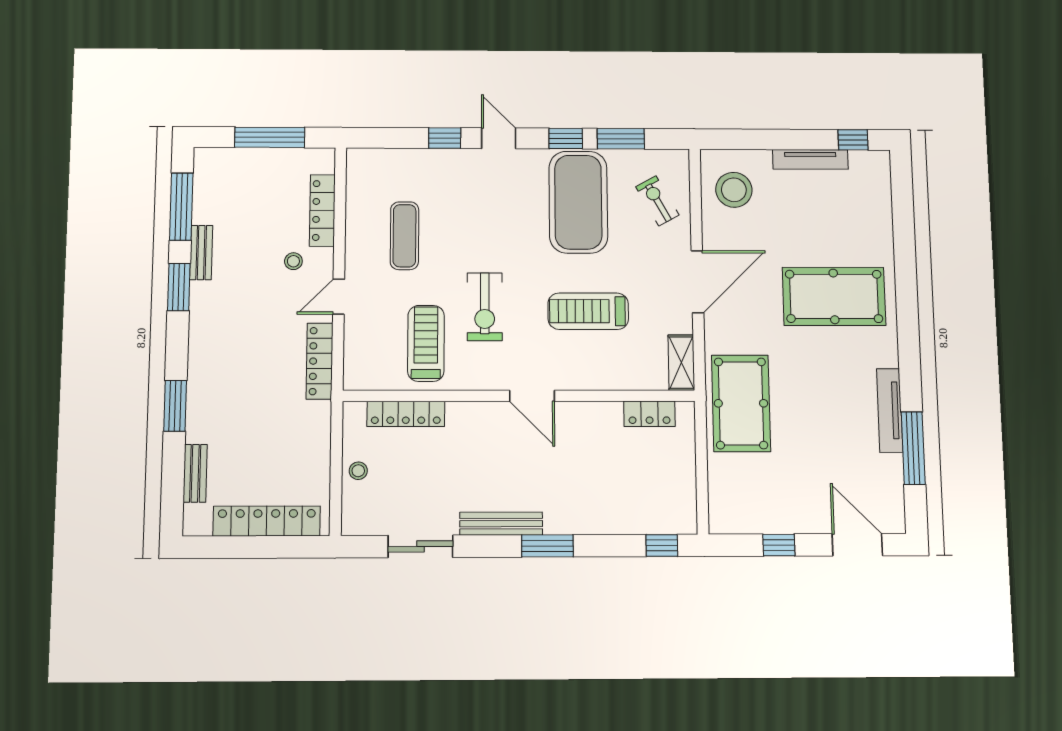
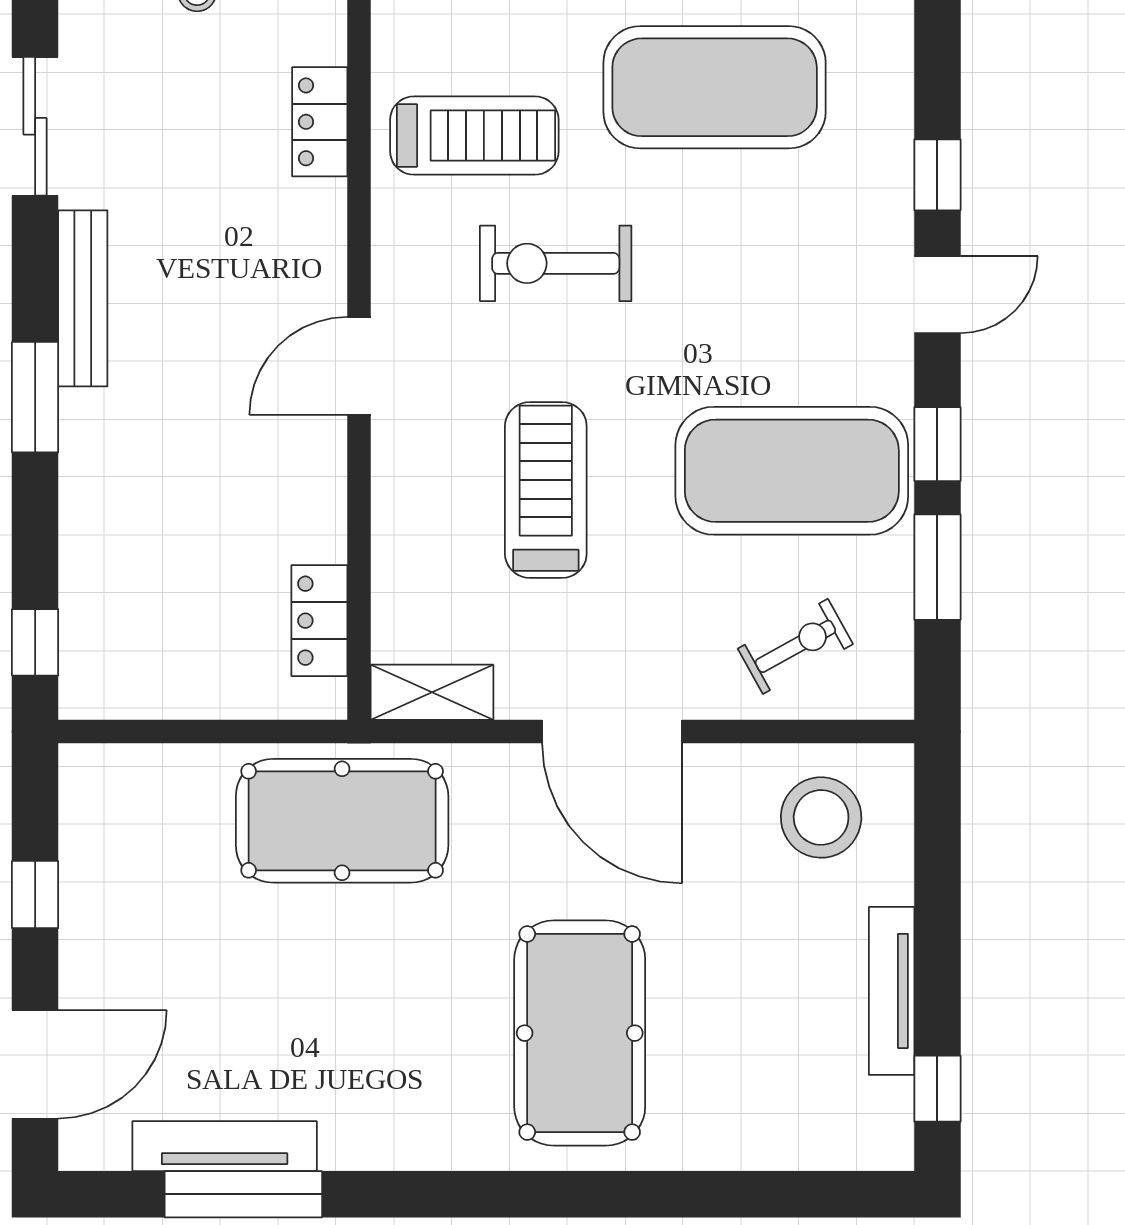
exercise mat: (404, 236) -> (715, 87), width x2.00, depth x1.45
tv unit: (890, 410) -> (225, 1146), moved
locker: (406, 414) -> (320, 122), width x0.66

